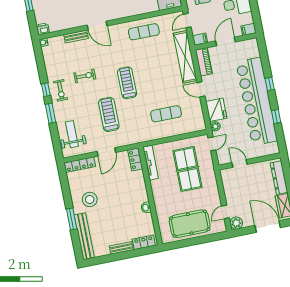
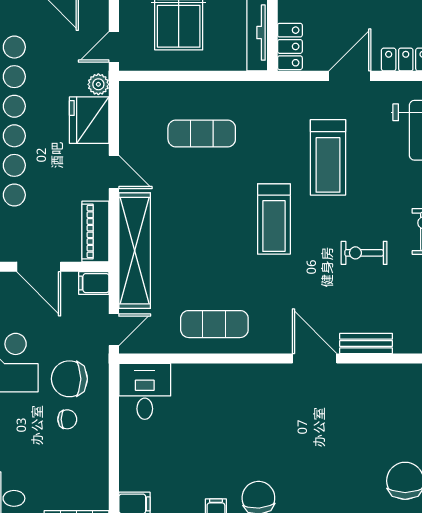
door: (226, 41) -> (39, 267), hinge flipped

